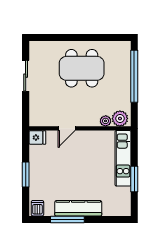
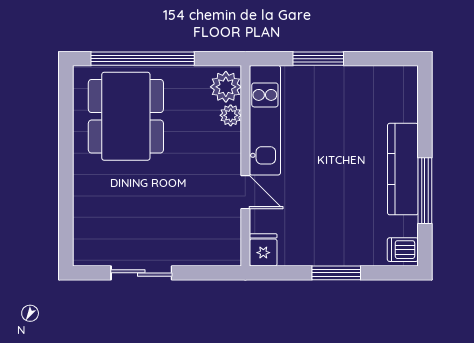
dining table: (82, 68) -> (126, 116), moved
kitchen unit: (123, 158) -> (265, 120), moved, turned -90
window: (134, 179) -> (318, 59), moved

